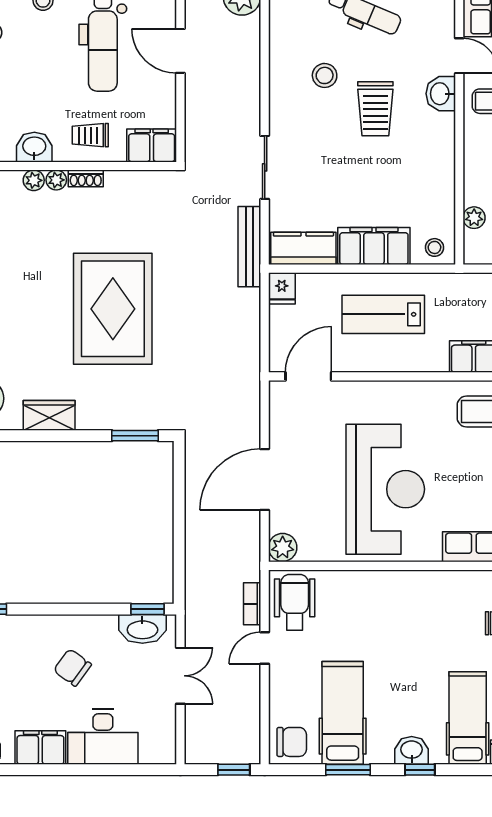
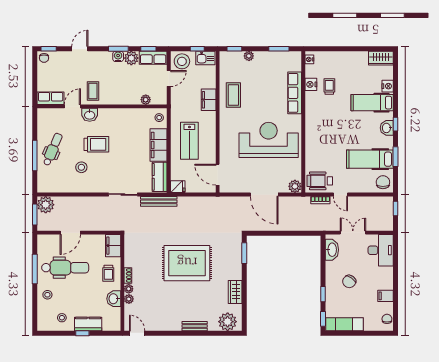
window: (147, 609) -> (323, 294), moved
desk: (103, 737) -> (381, 250), moved
filing cabinet: (40, 748) -> (385, 296), width x0.50

